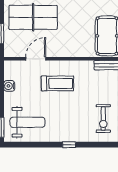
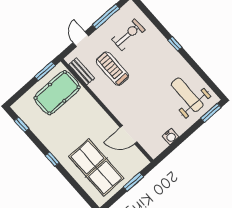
treadmill: (57, 83) -> (112, 69), moved

